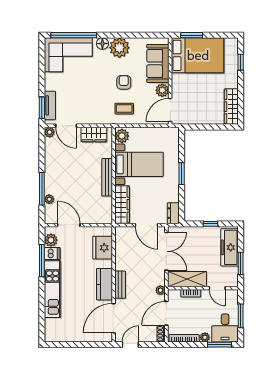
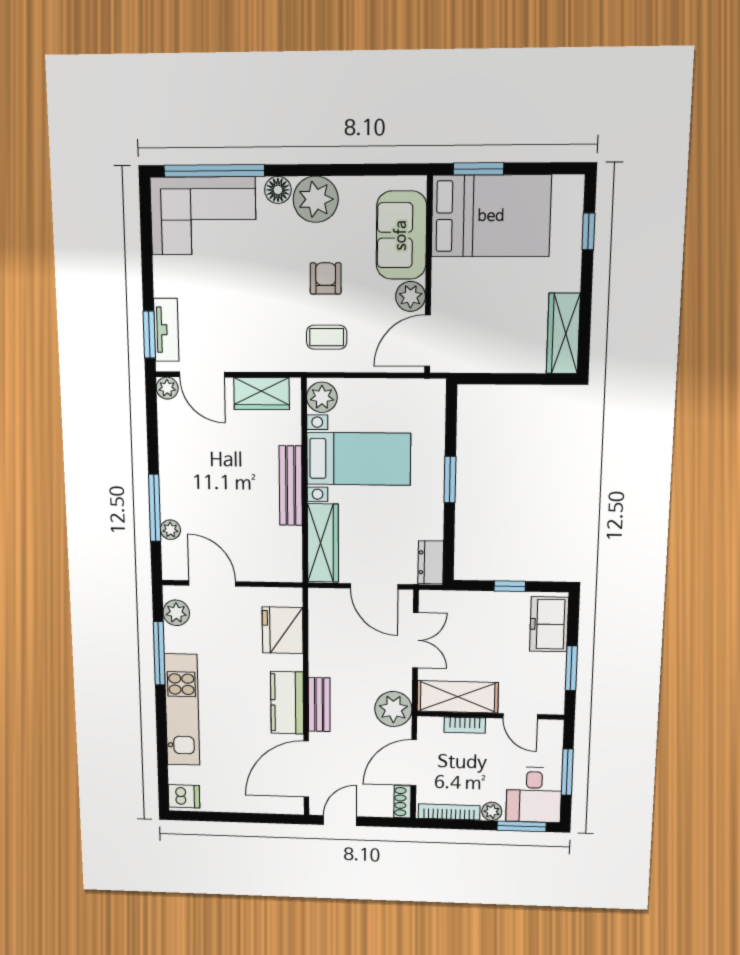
freezer: (229, 247) -> (549, 624), width x0.71
double door: (166, 251) -> (415, 640), width x0.73
dishwasher: (52, 254) -> (184, 796), moved
plant: (160, 290) -> (393, 709), width x1.88, depth x1.88

